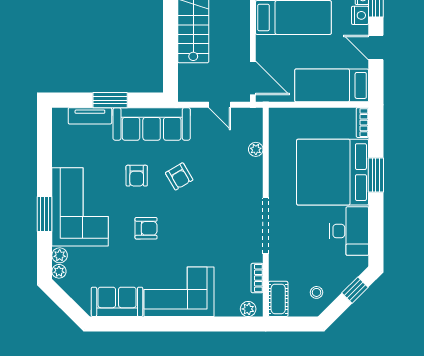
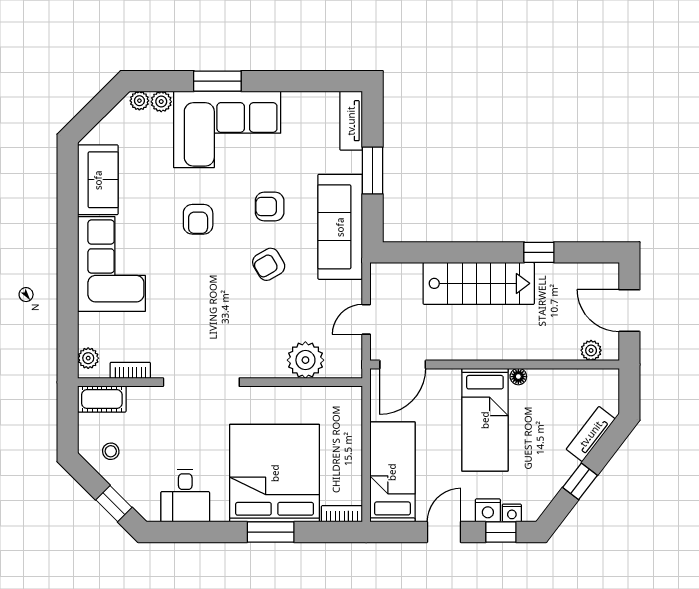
tv unit: (90, 116) -> (351, 121), moved
plant: (256, 149) -> (305, 360), width x1.88, depth x1.88
desk: (349, 231) -> (185, 496), width x0.73

